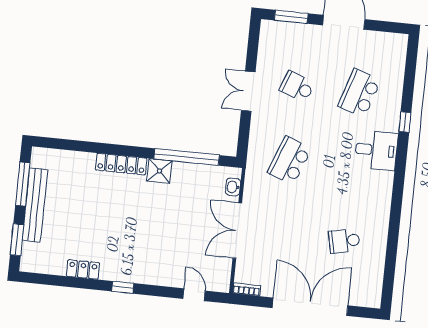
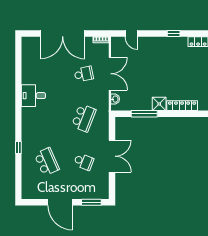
double door: (248, 91) -> (112, 156), width x1.37
school desk: (359, 93) -> (47, 162), turned -42
desk: (376, 150) -> (33, 96), moved
window: (187, 157) -> (144, 114), width x0.68
school desk: (344, 241) -> (84, 74), moved

